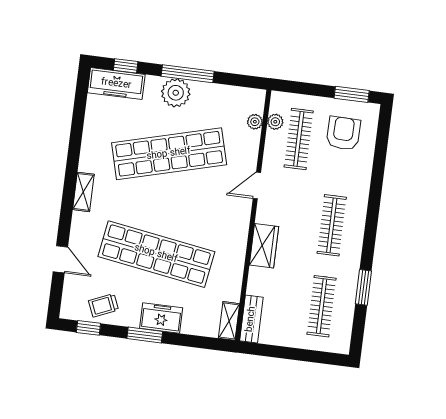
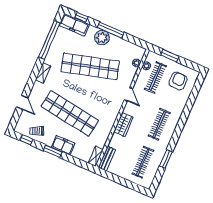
window: (352, 94) -> (170, 56), moved
window: (77, 126) -> (49, 40), added
door: (257, 185) -> (128, 94), swing flipped

